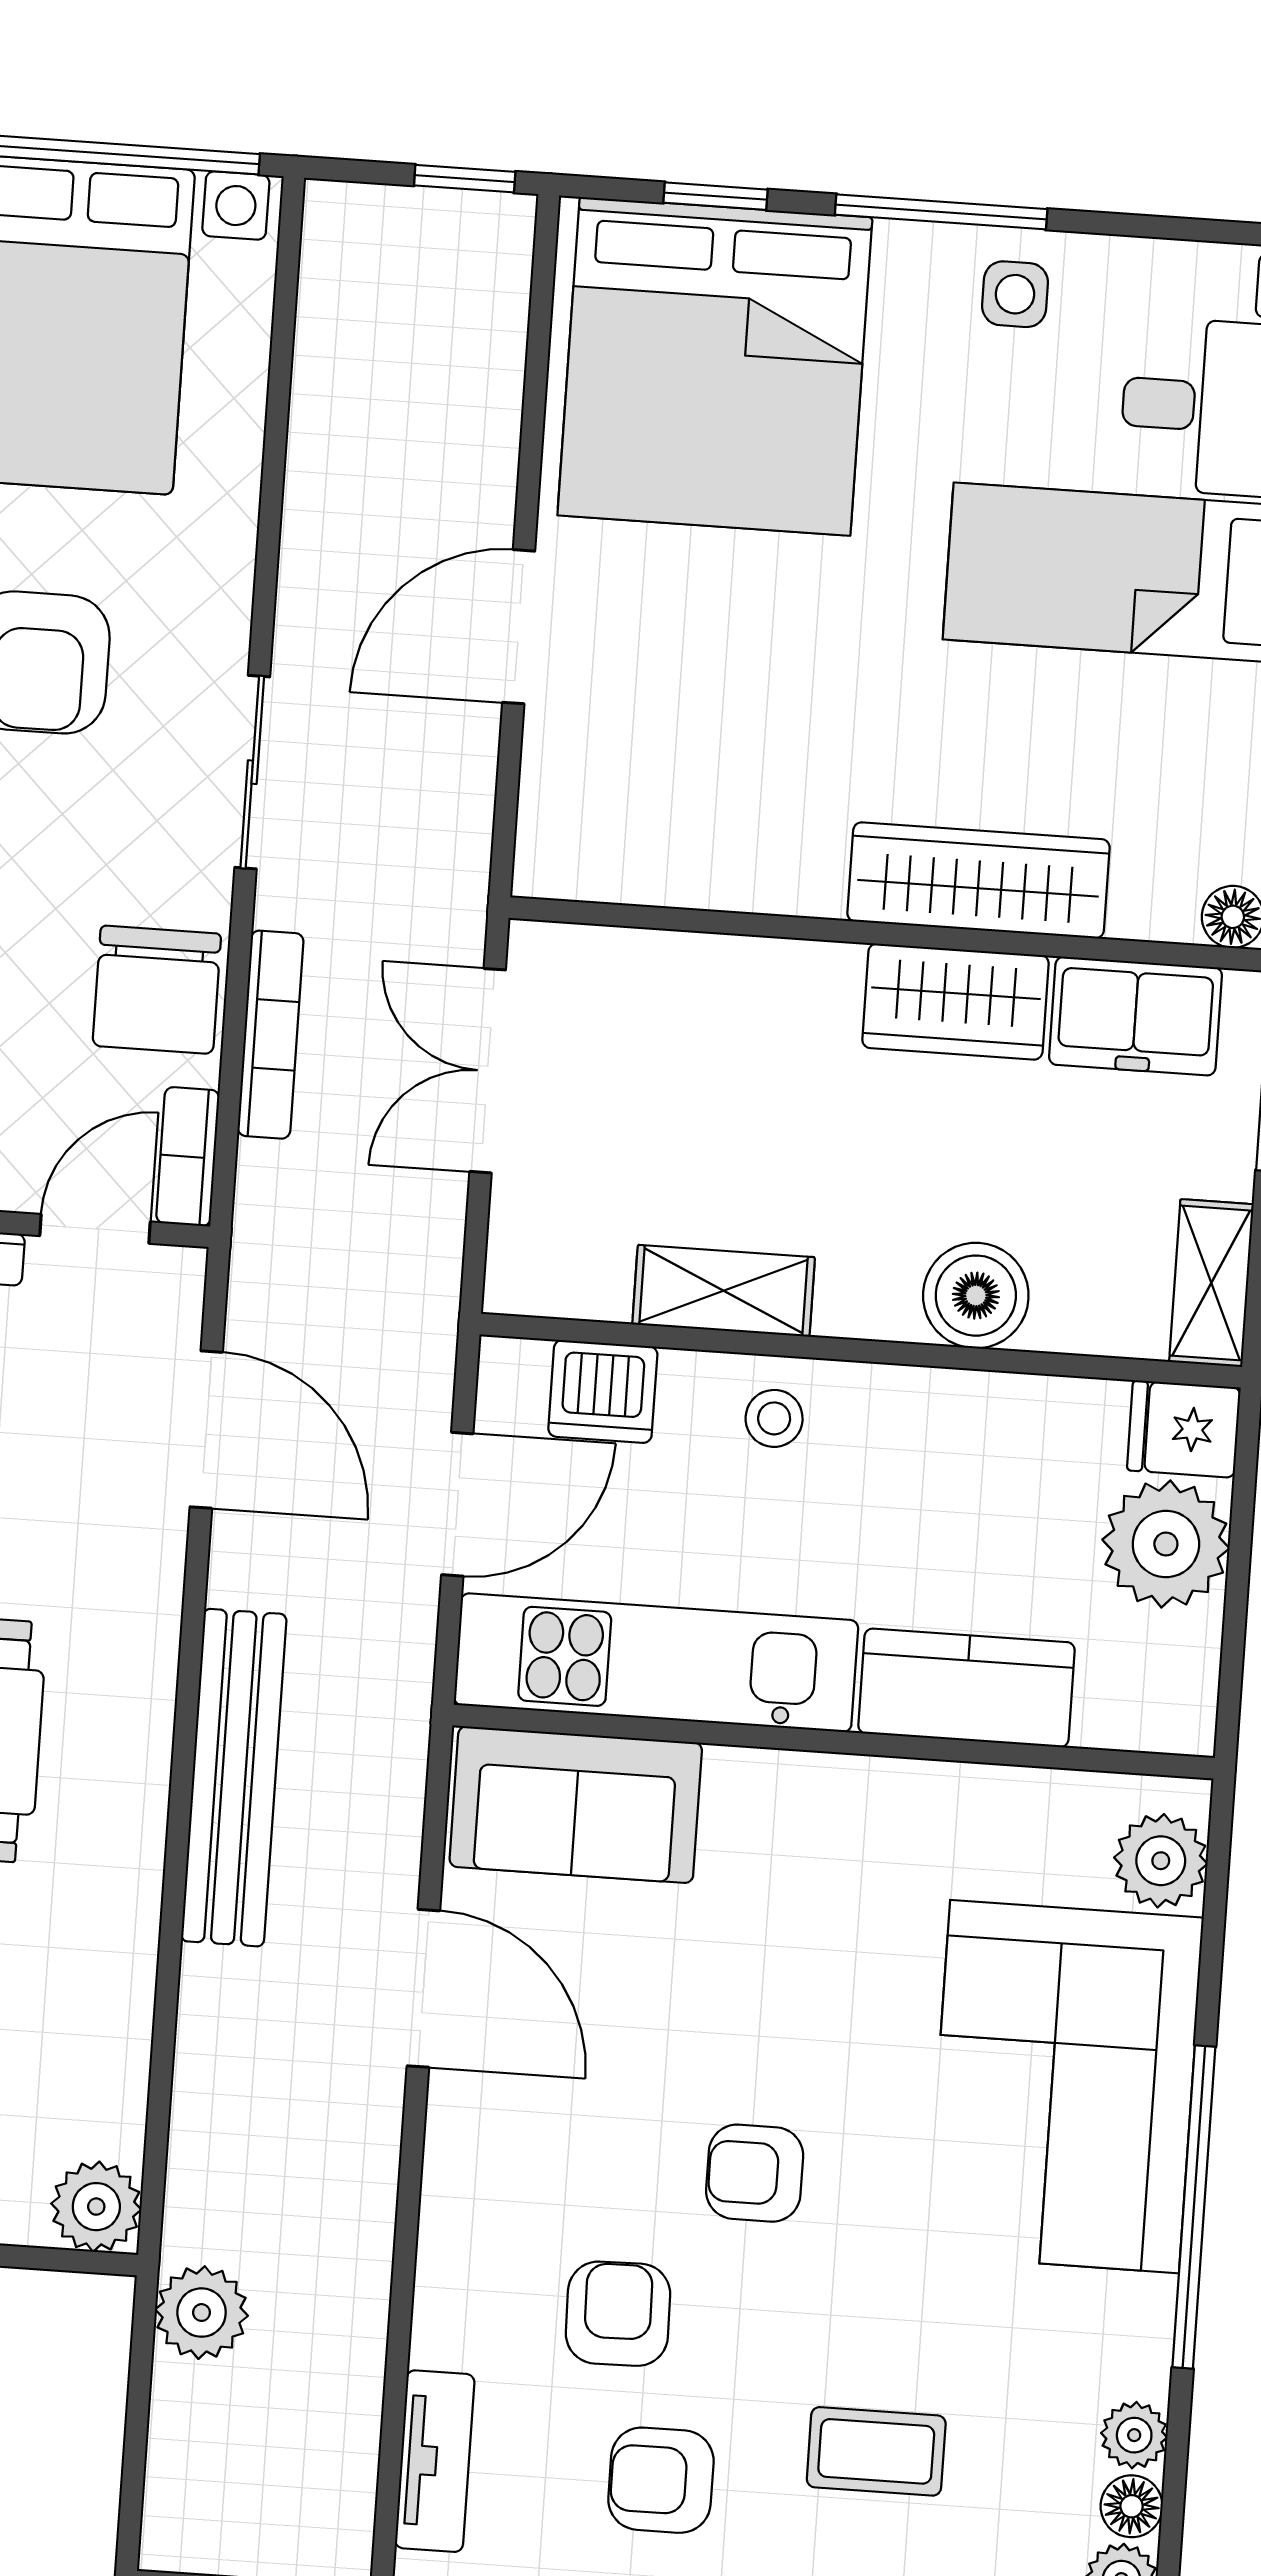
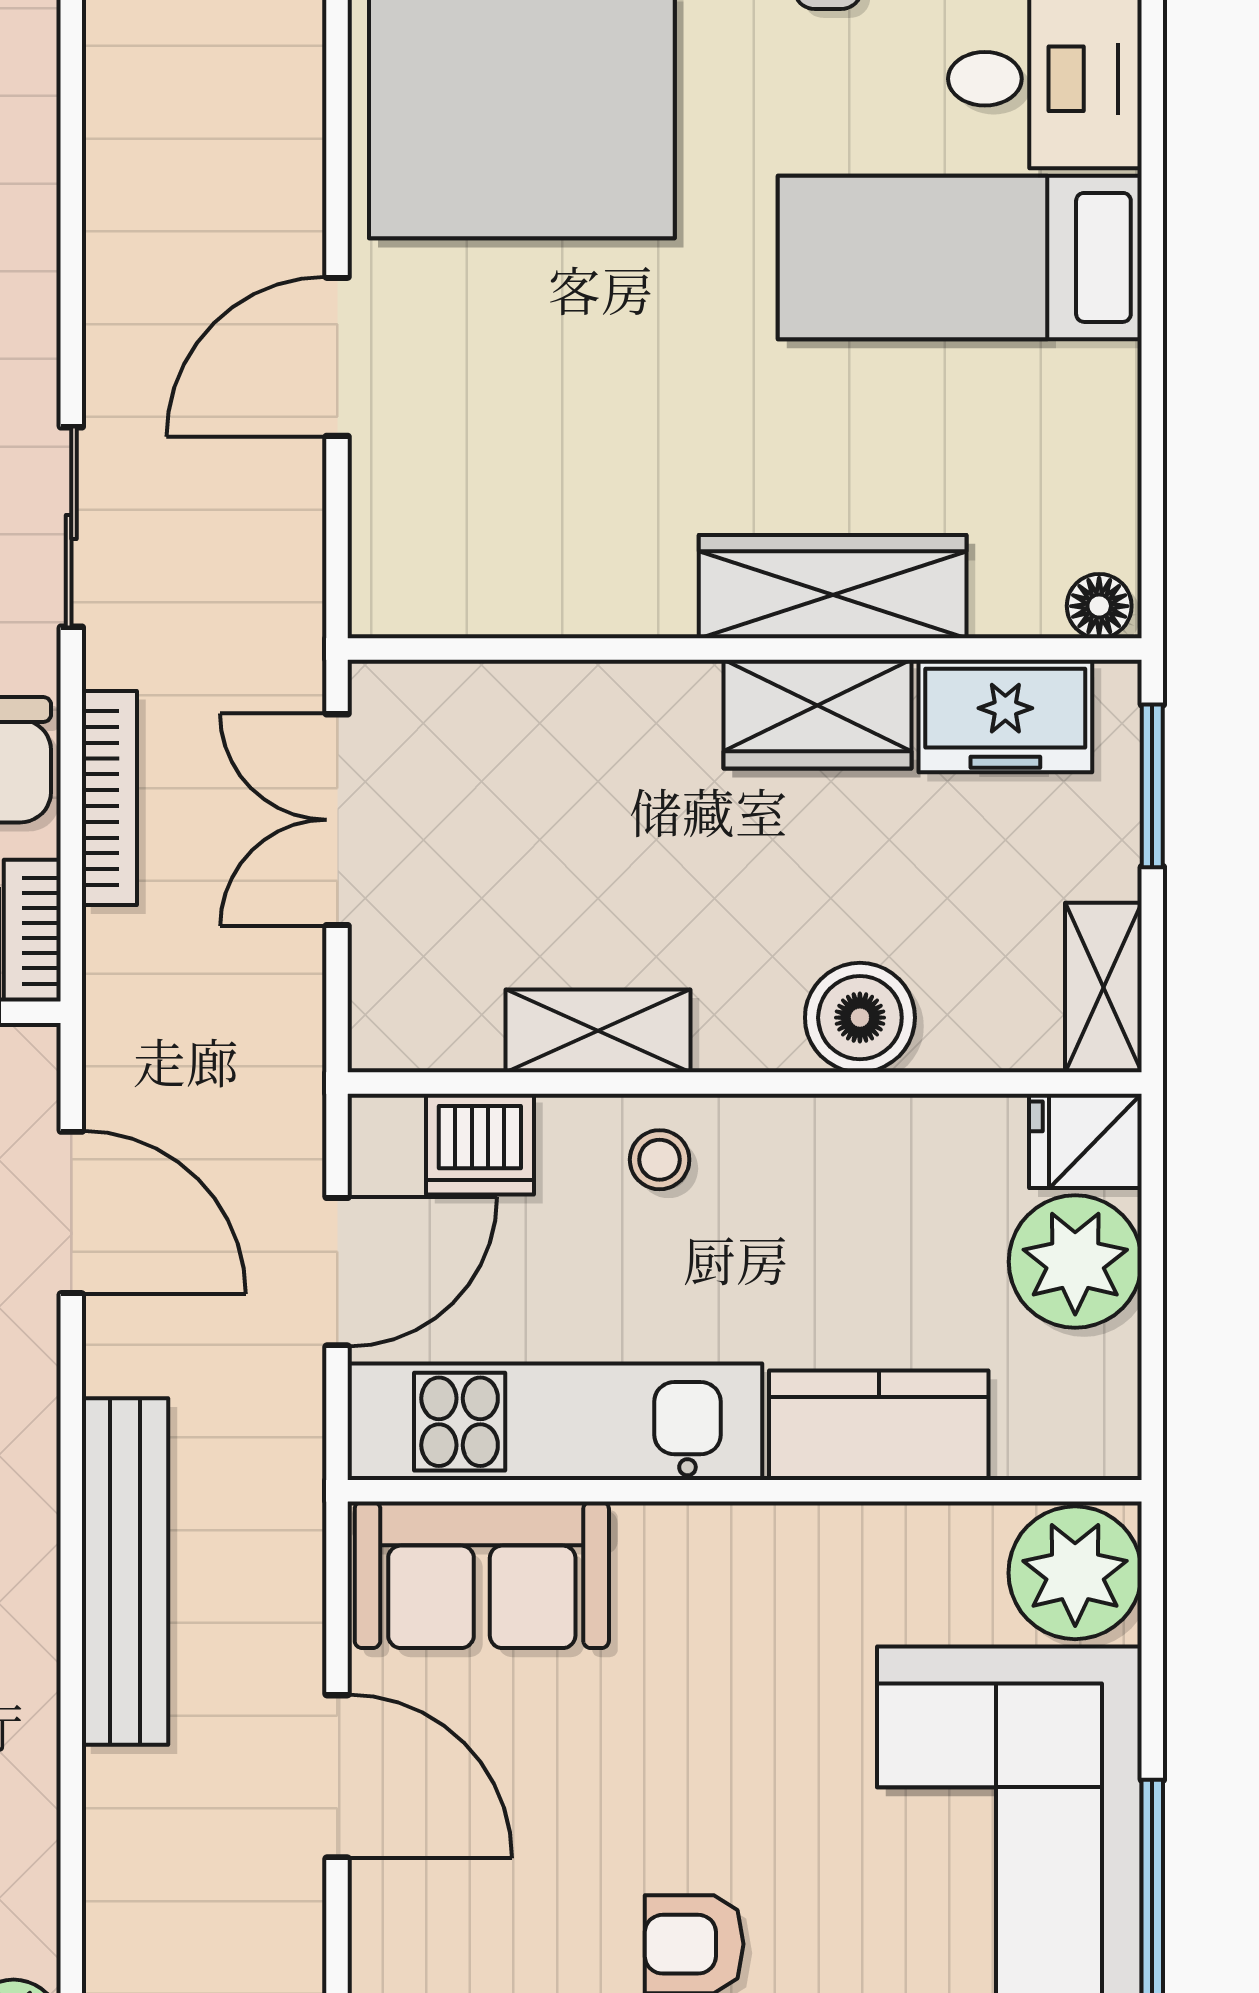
plant: (1161, 1861) -> (1075, 1573), width x1.36, depth x1.36

